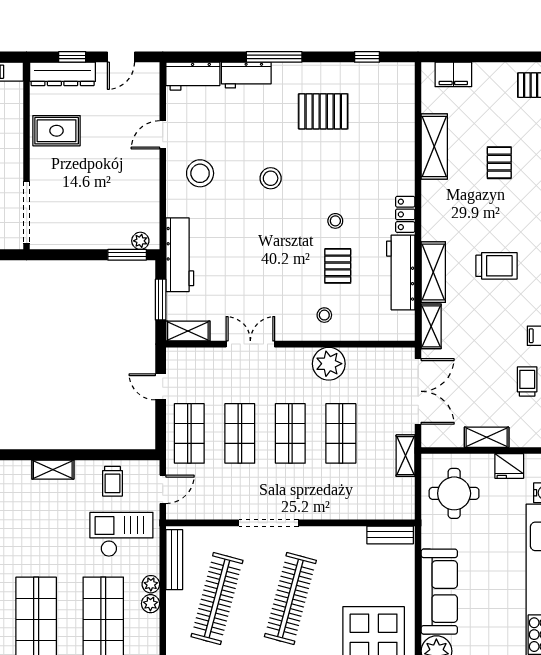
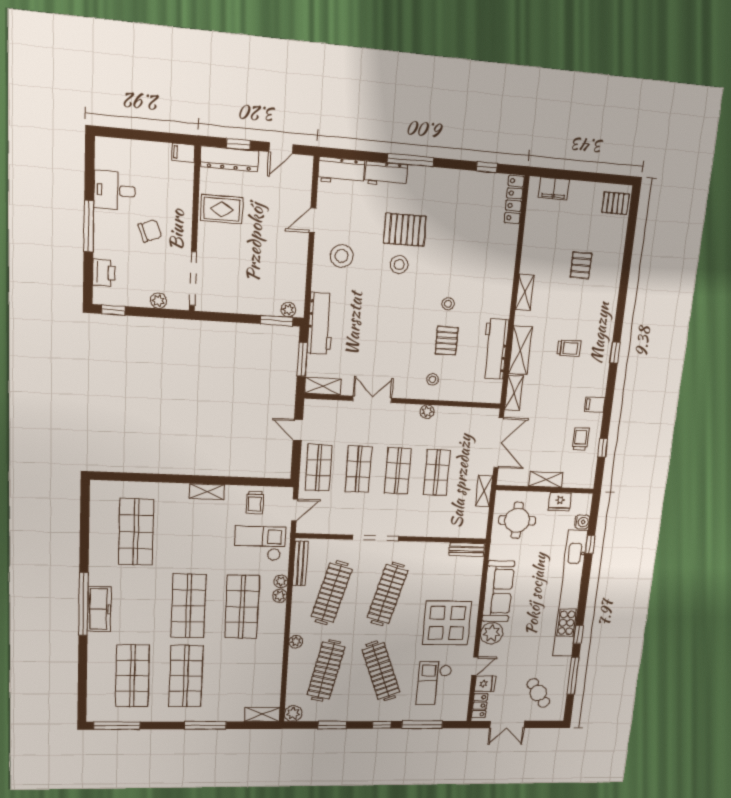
pallet: (323, 111) -> (405, 230), moved
shelving: (434, 146) -> (525, 292), moved, width x0.67, depth x0.75
locker: (405, 214) -> (514, 200), moved, width x1.53
trolley: (496, 266) -> (569, 348), width x0.73, depth x0.72
plant: (329, 364) -> (427, 412), width x0.53, depth x0.53

